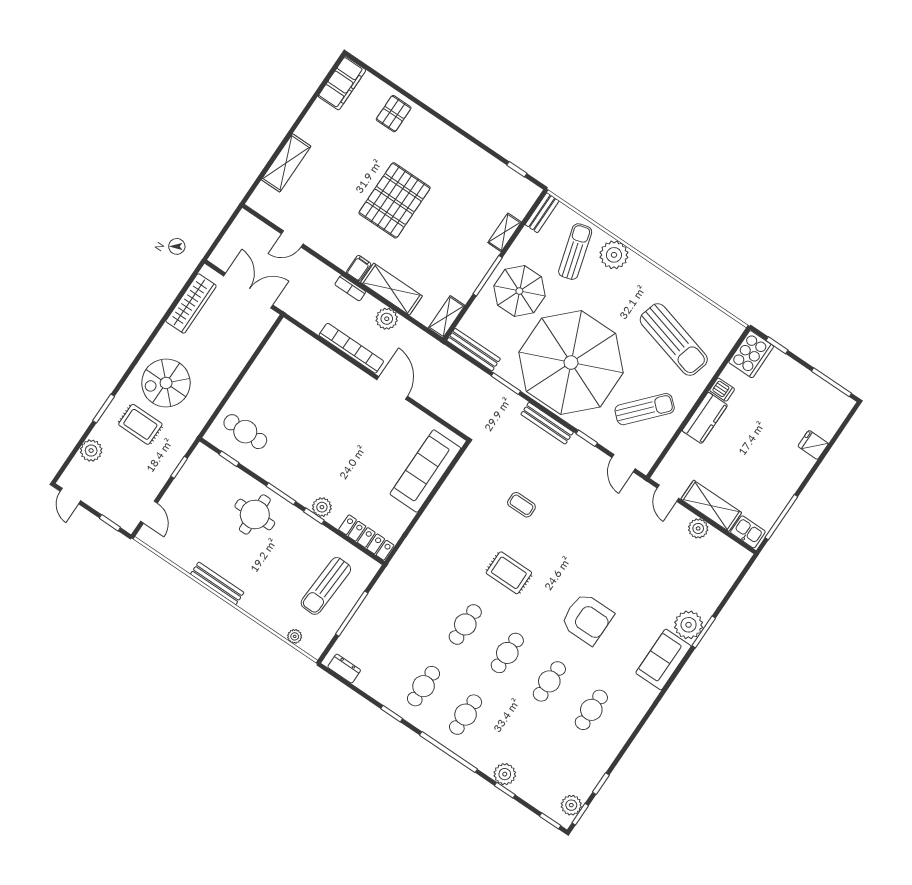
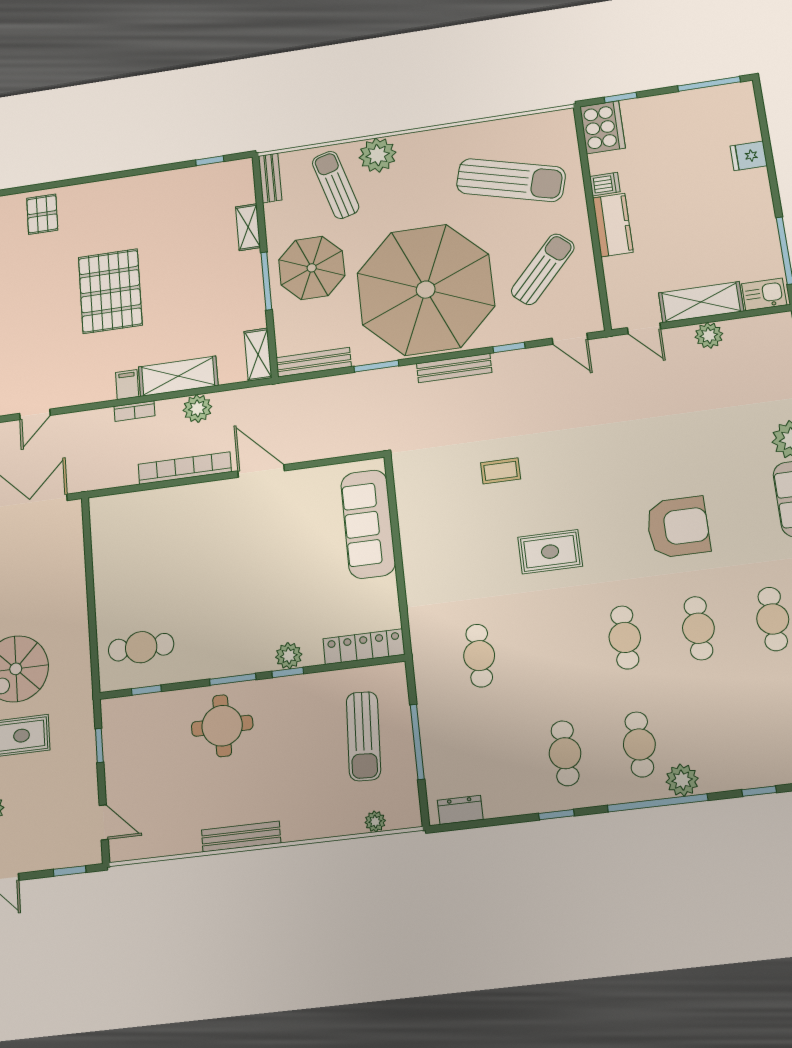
cafe table: (465, 624) -> (479, 656), moved
plant: (505, 774) -> (682, 780), moved

